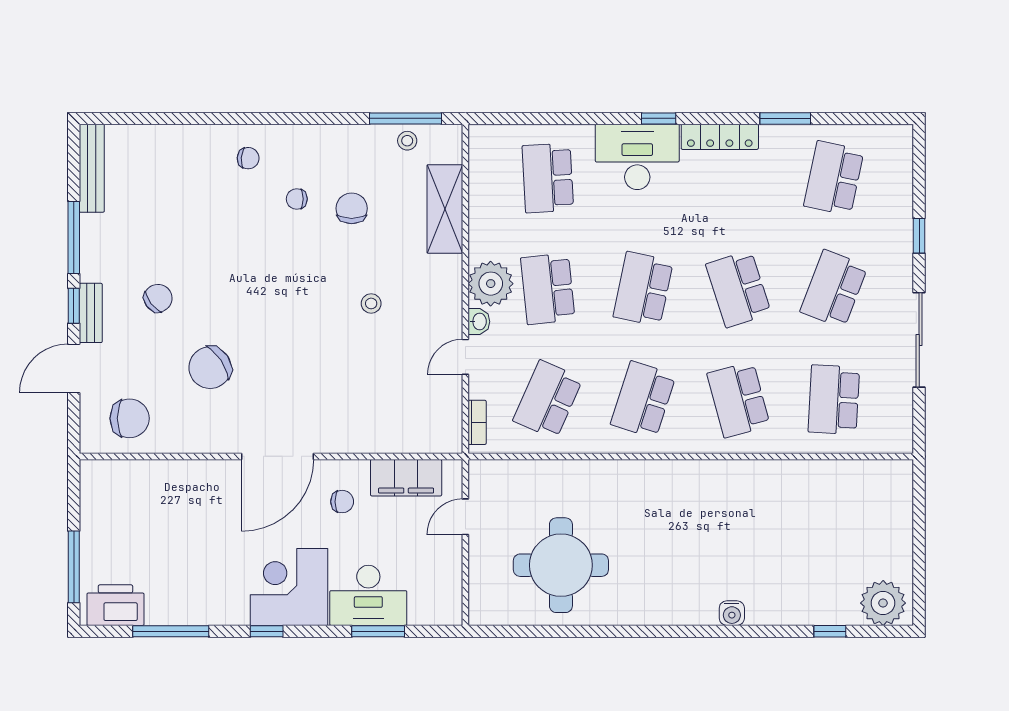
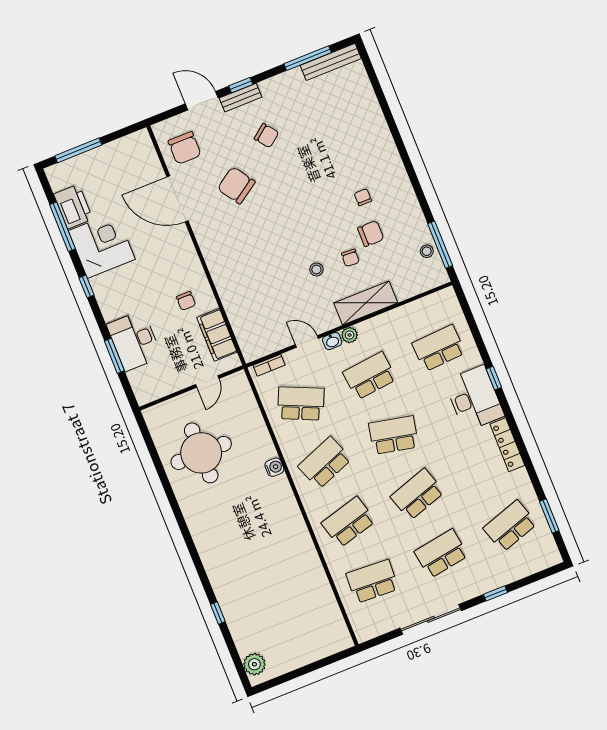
window: (659, 118) -> (494, 378), moved
window: (785, 118) -> (549, 516), moved
chair: (248, 158) -> (350, 258), moved
school desk: (834, 178) -> (510, 526), turned -30
shelving: (445, 209) -> (366, 303), moved
window: (74, 237) -> (308, 58), moved
plant: (491, 284) -> (350, 335), width x0.53, depth x0.53
school desk: (834, 289) -> (441, 554), turned -30
school desk: (643, 400) -> (325, 463), turned -39
door: (278, 456) -> (178, 199), moved
door: (465, 517) -> (207, 381), swing flipped
corner desk: (289, 587) -> (102, 245), moved
plant: (883, 603) -> (254, 664), width x0.73, depth x0.73
printer: (115, 605) -> (73, 207), moved
water cooler: (732, 613) -> (274, 467), moved, turned 180
window: (830, 631) -> (218, 613), moved

